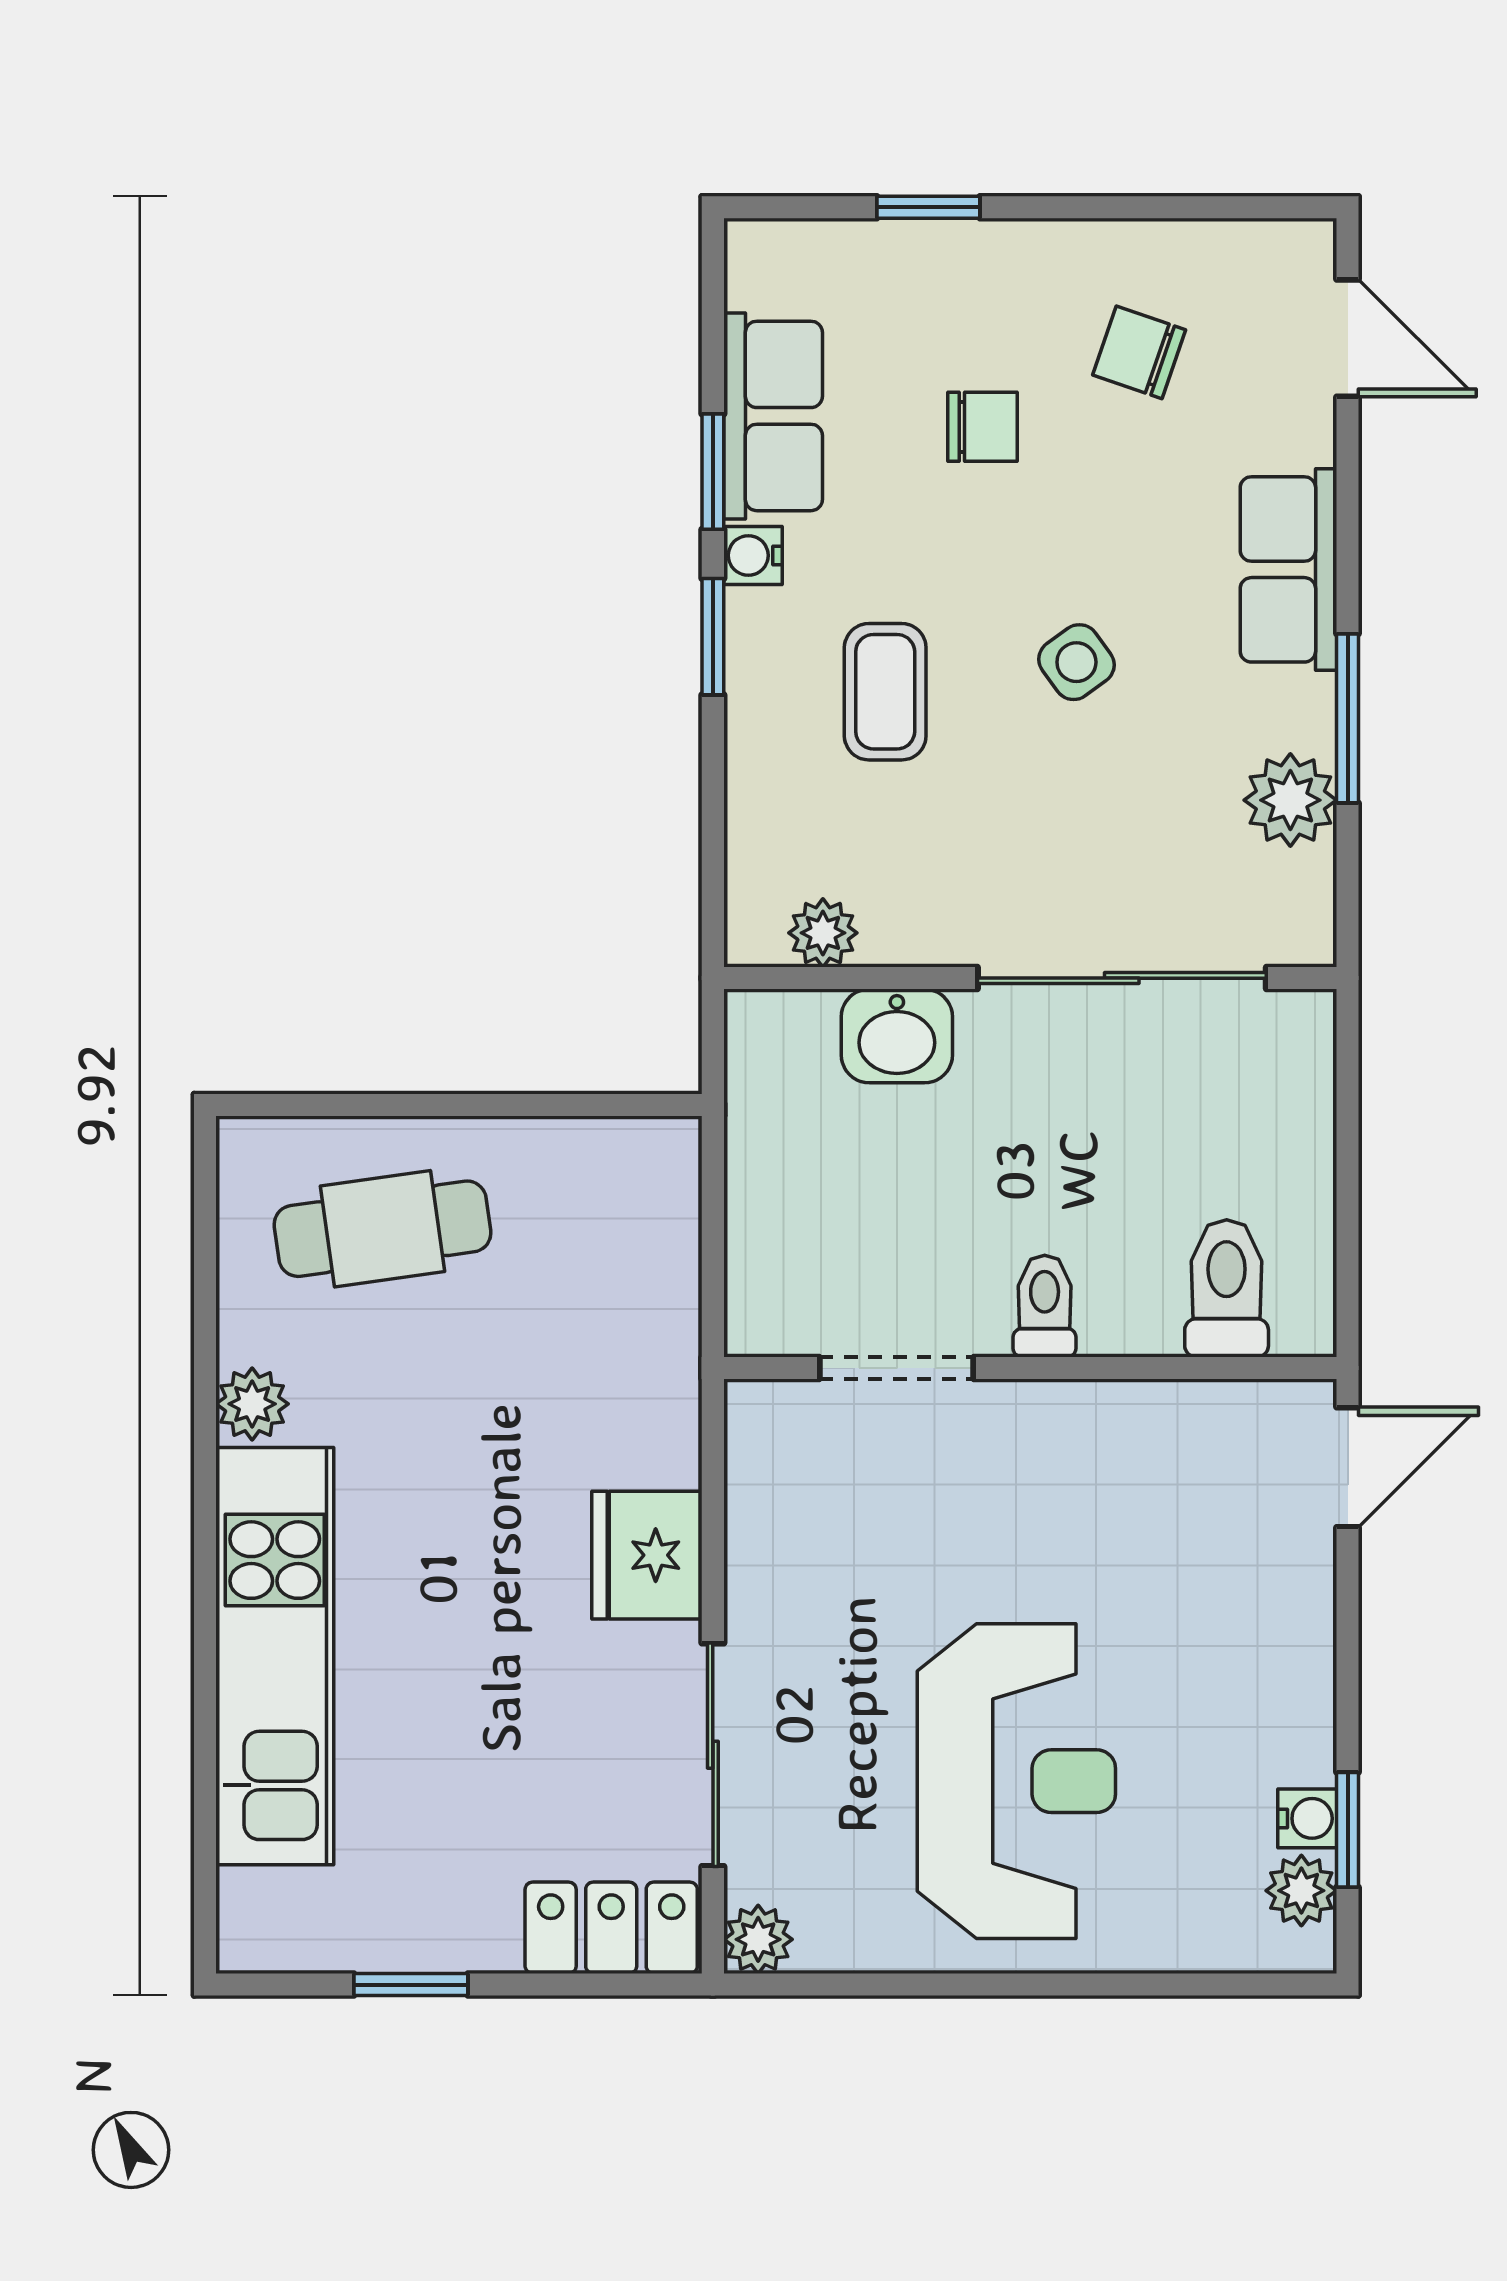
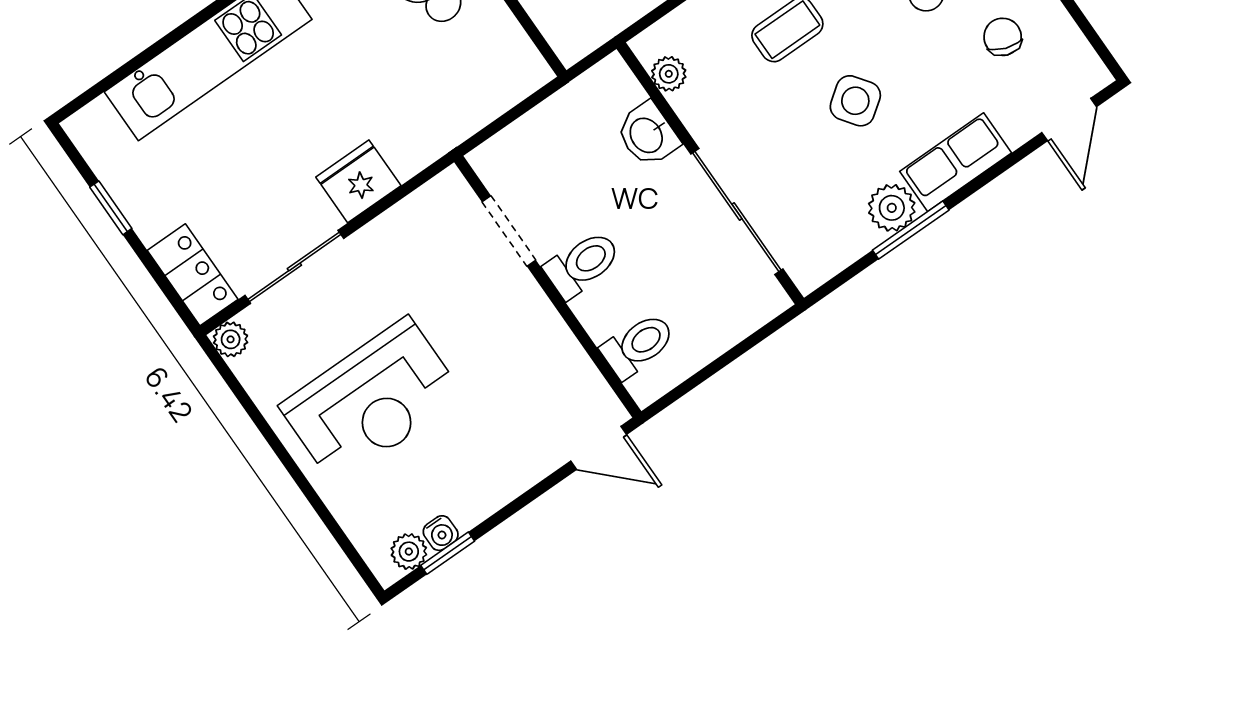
side table: (1076, 662) -> (855, 101), width x1.37, depth x1.37
plant: (1290, 800) -> (892, 208), moved
toilet: (1045, 1306) -> (583, 264), width x1.37, depth x1.39

